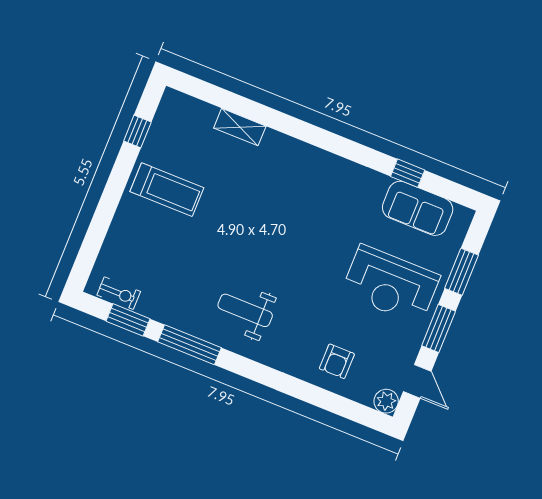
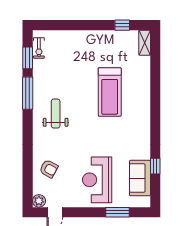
shelving: (240, 127) -> (145, 43), moved
treadmill: (167, 190) -> (110, 92), moved, width x1.37, depth x1.38
window: (439, 329) -> (85, 212), removed
armchair: (337, 361) -> (49, 169), turned -151

